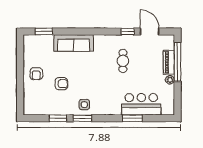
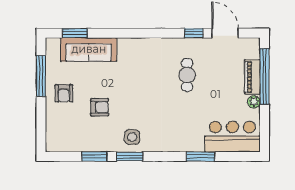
sofa: (73, 43) -> (89, 49), moved
window: (20, 62) -> (41, 76), added
bar counter: (141, 104) -> (232, 137), moved

